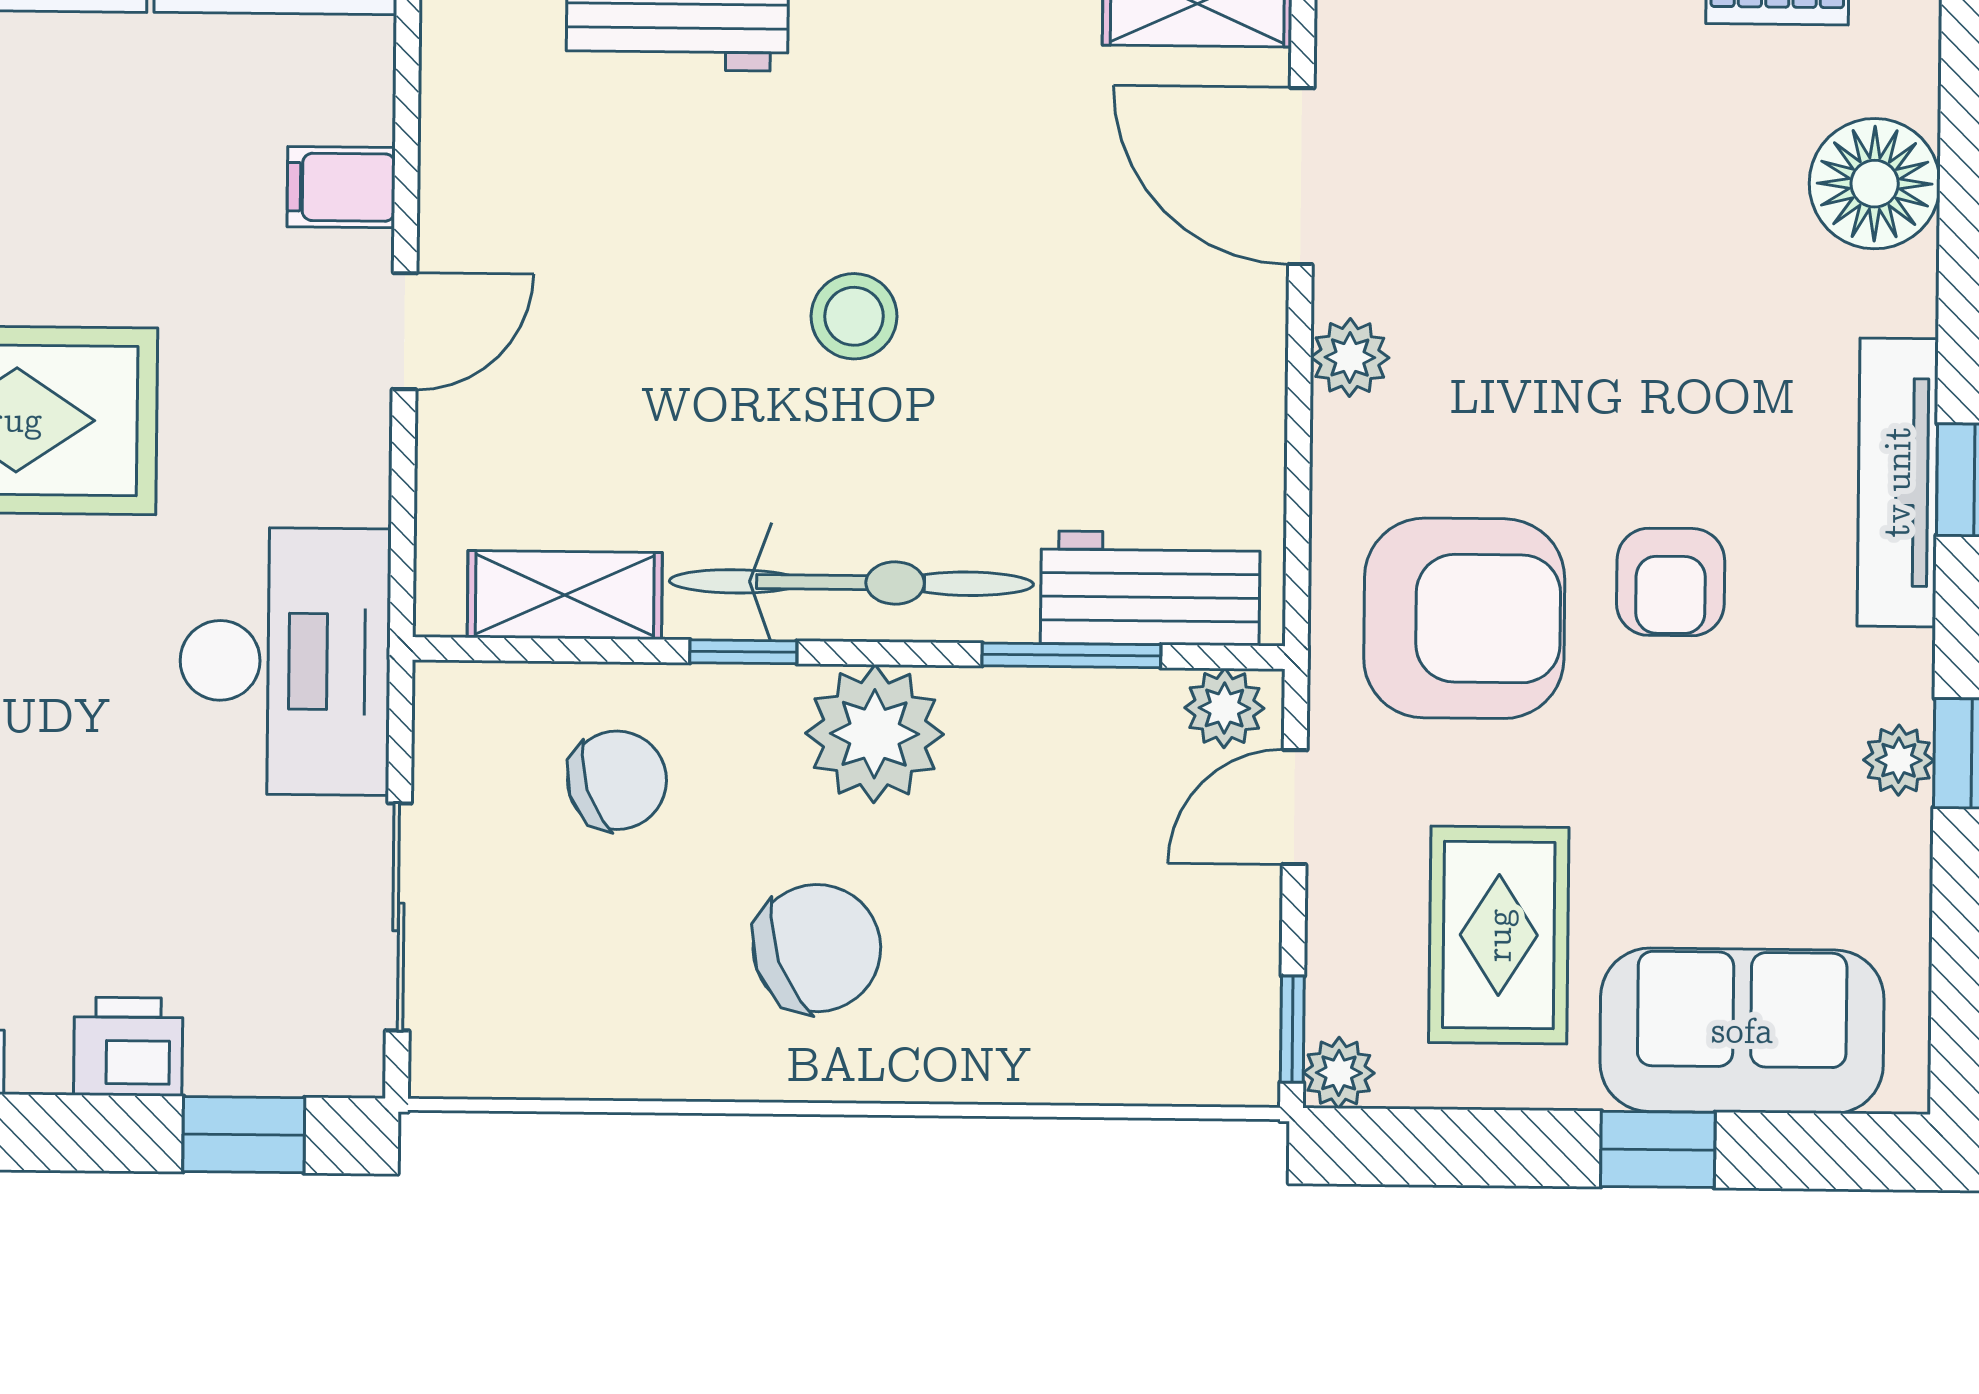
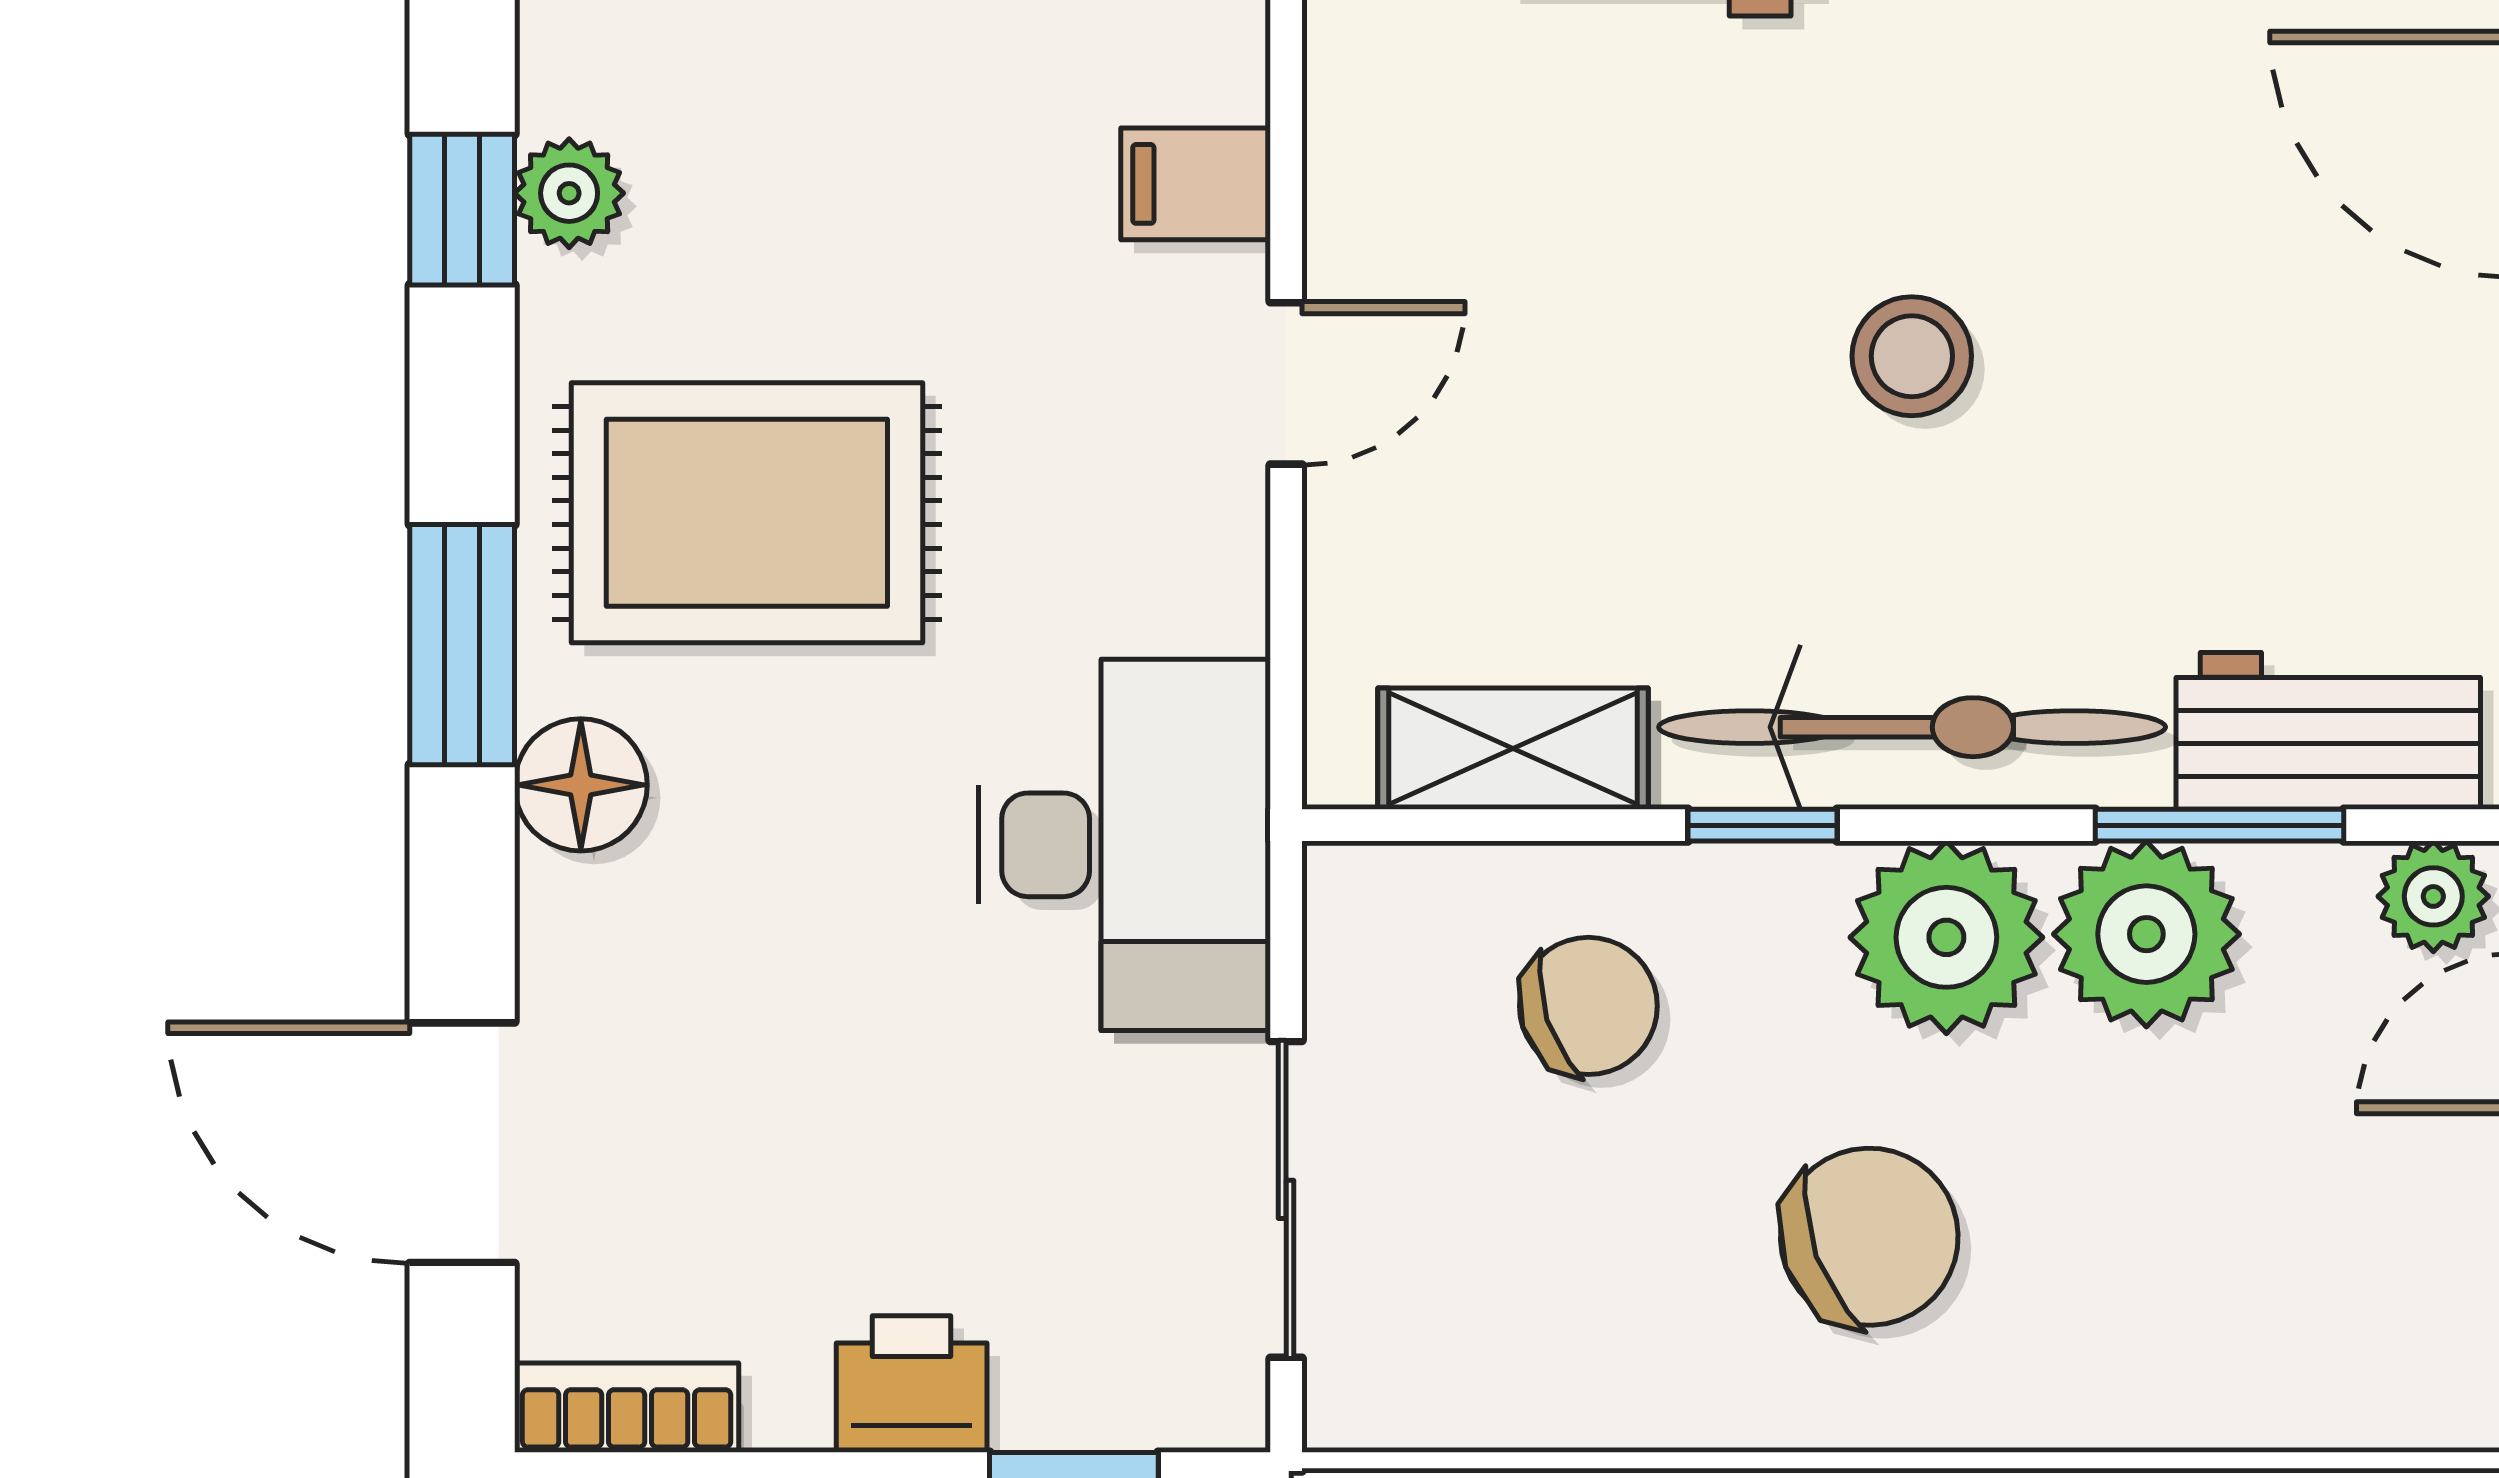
plant: (1018, 733) -> (2146, 934), added

